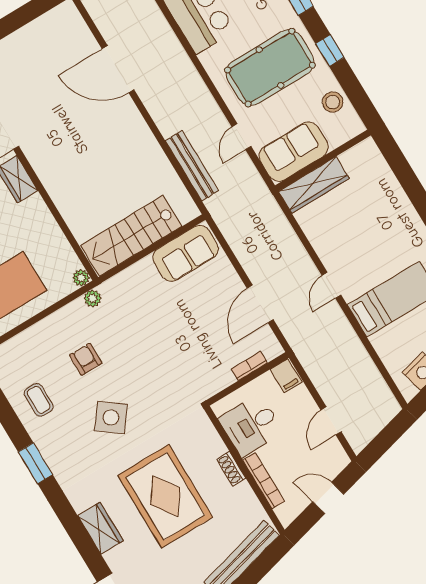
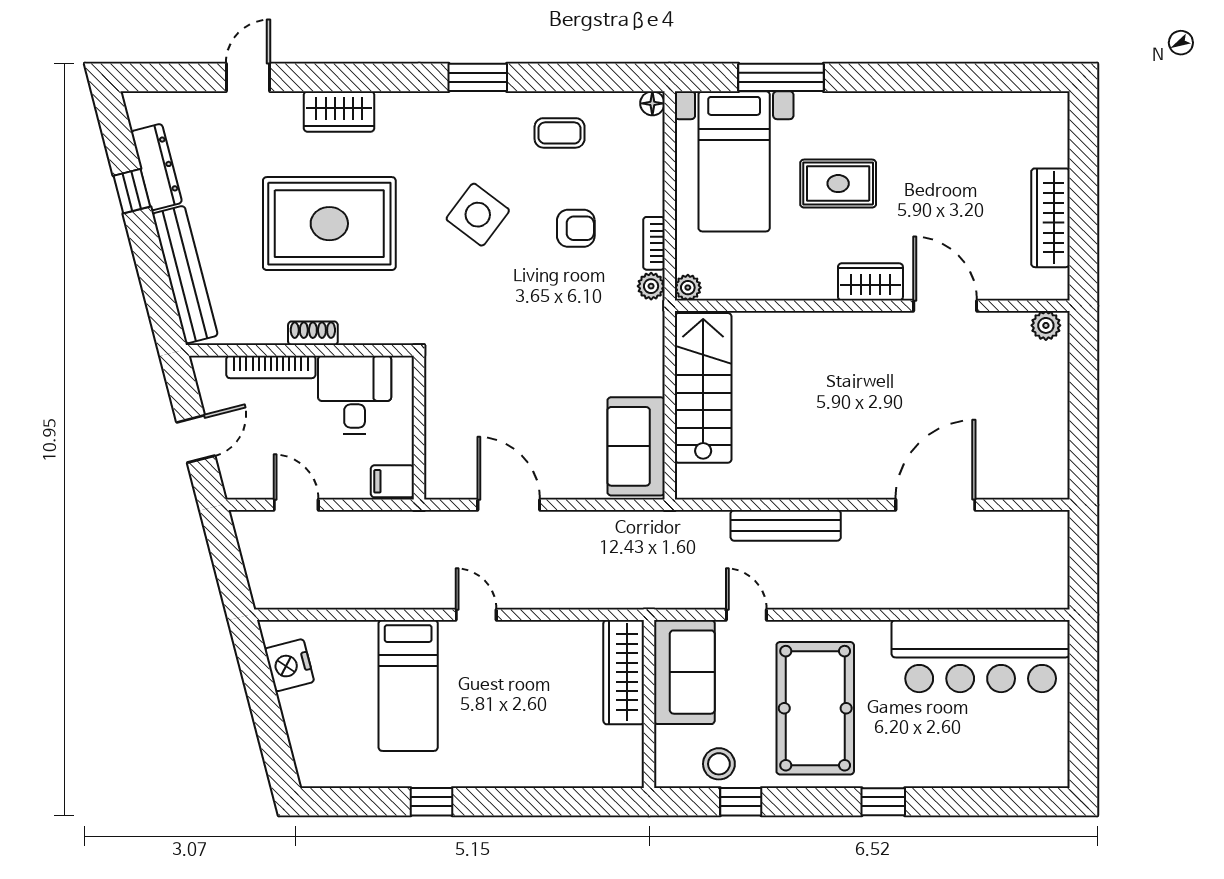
window: (330, 50) -> (741, 802), moved
bench: (192, 166) -> (786, 525), moved
bookcase: (249, 366) -> (654, 243), moved, turned 180

